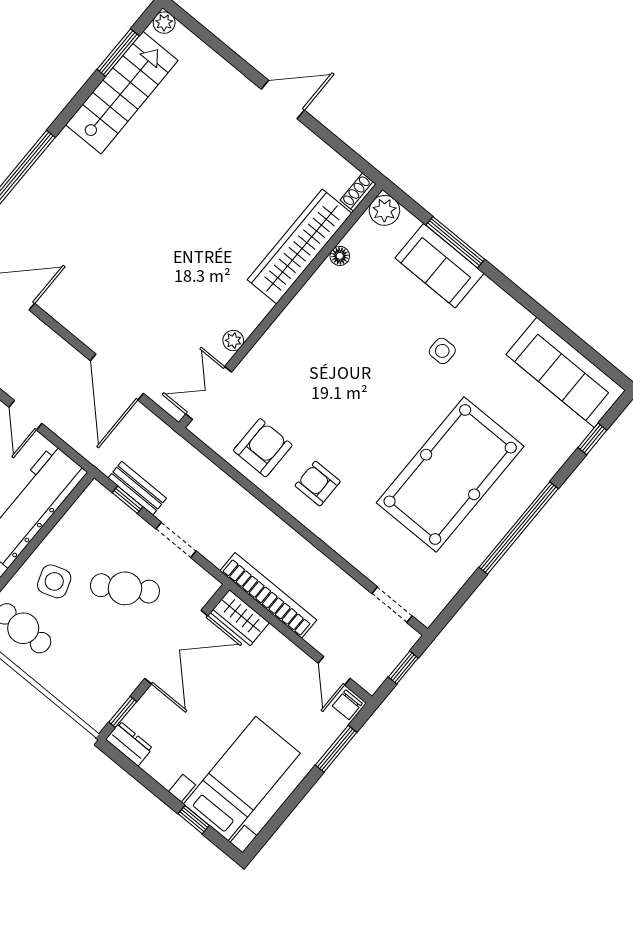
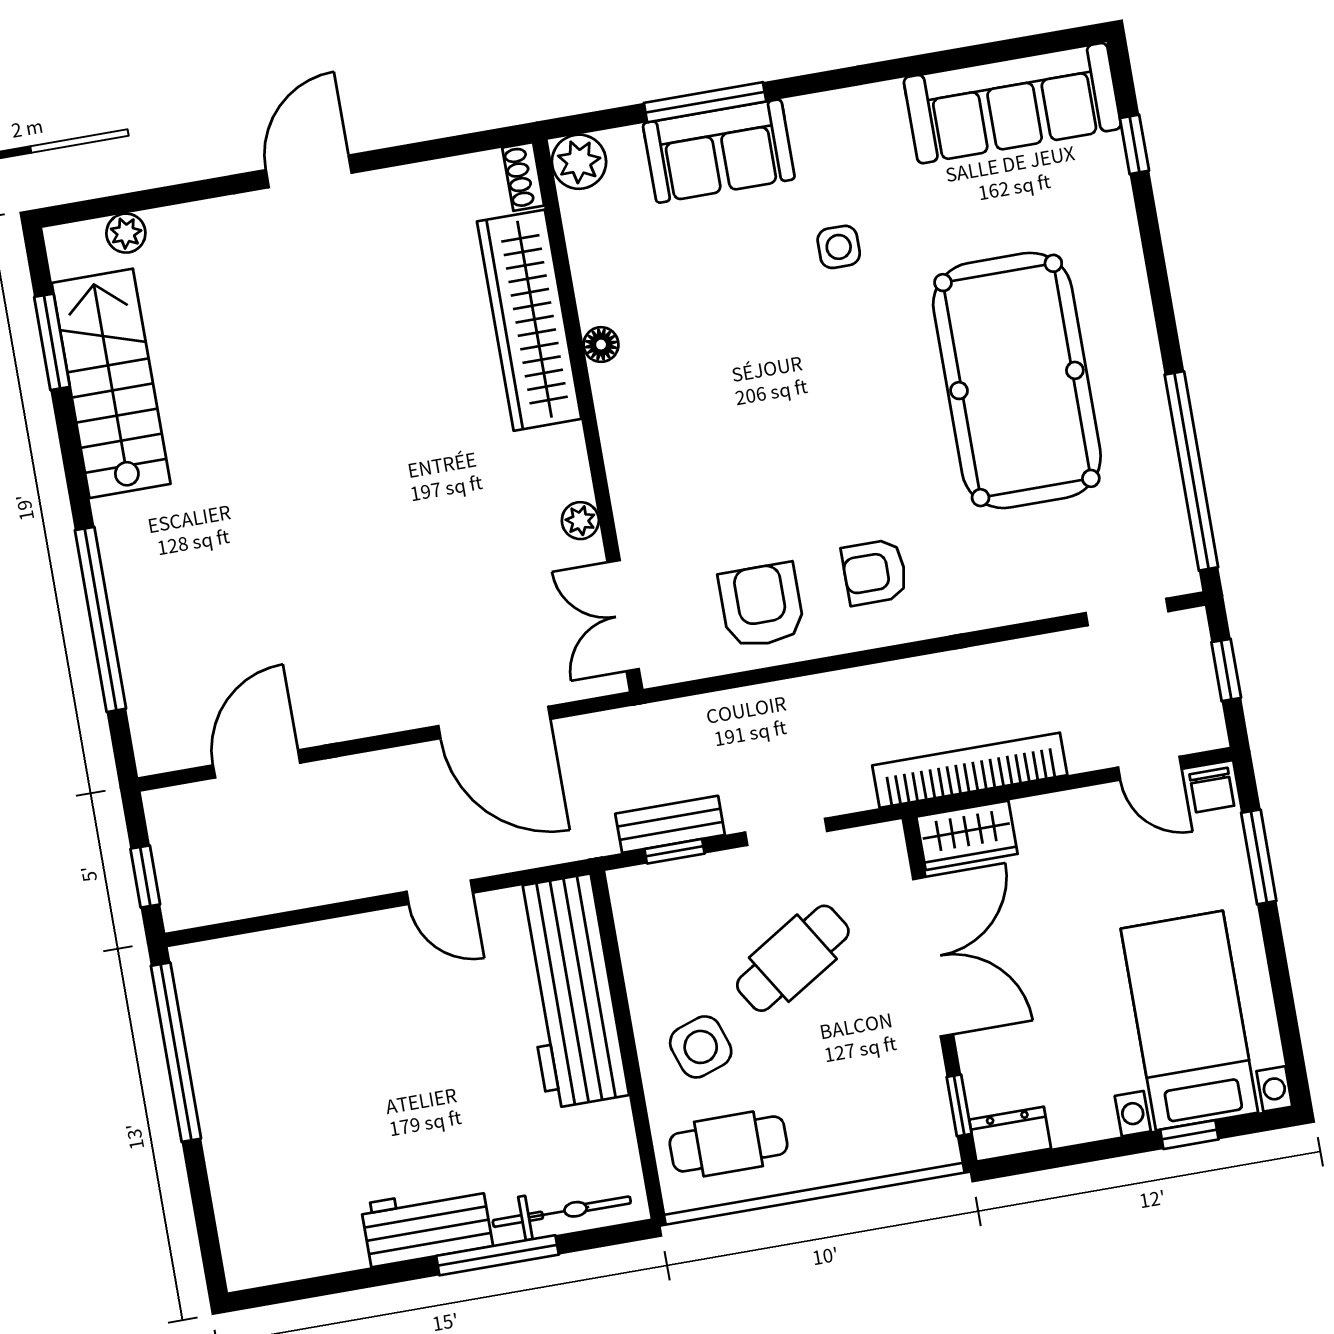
plant: (164, 23) -> (126, 233), moved
floor lamp: (340, 256) -> (601, 345), moved
window: (519, 528) -> (1191, 471), moved

